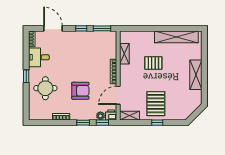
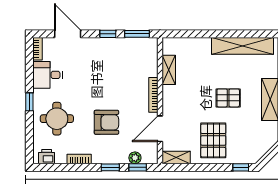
pallet: (153, 63) -> (228, 98), moved
printer: (111, 115) -> (47, 157), moved
window: (157, 123) -> (241, 167), moved

